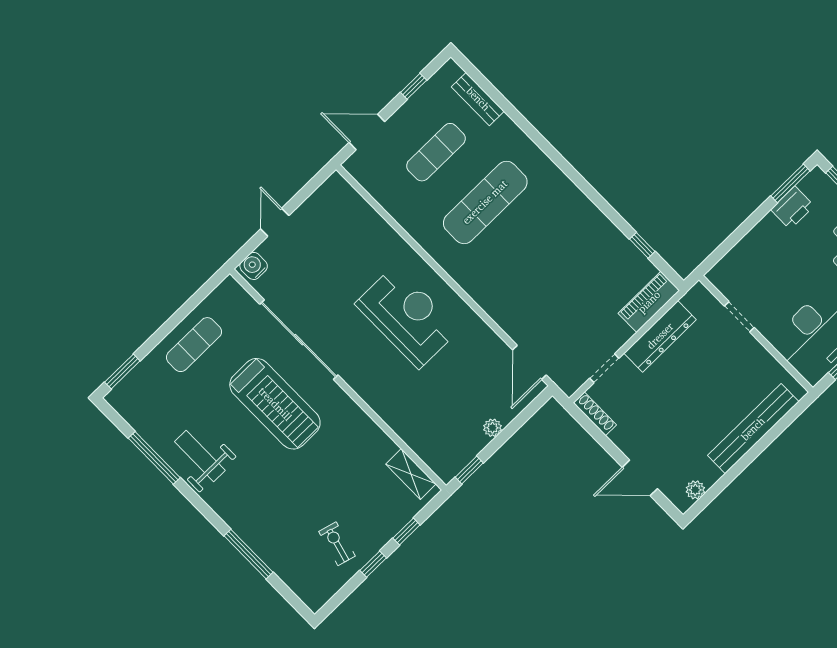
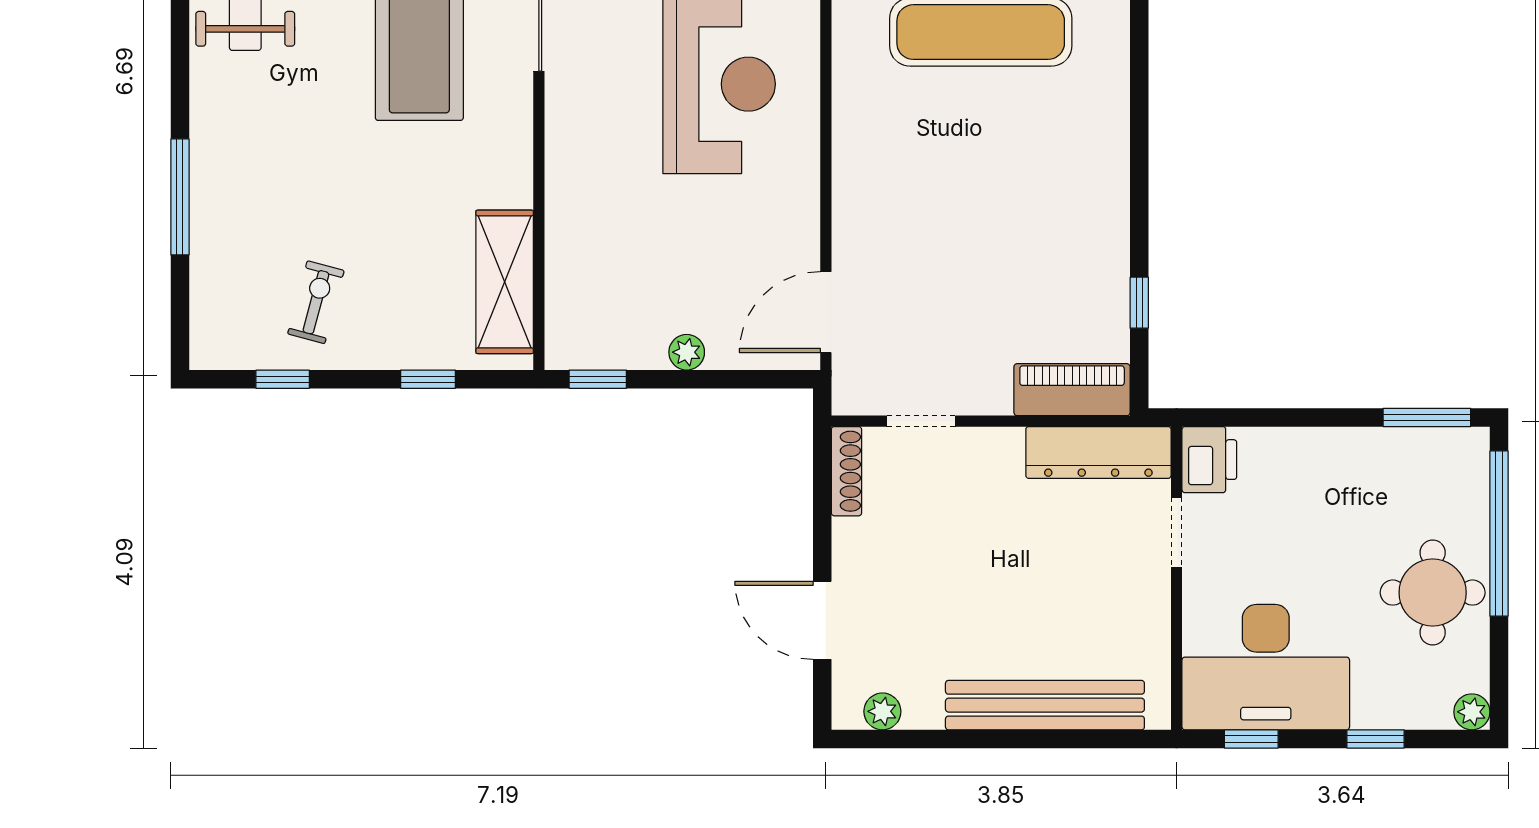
printer: (792, 208) -> (1209, 460), moved, turned -90
dresser: (660, 336) -> (1098, 452), moved
shelving: (411, 474) -> (505, 282), width x1.50, depth x1.33
window: (373, 564) -> (283, 379), moved

